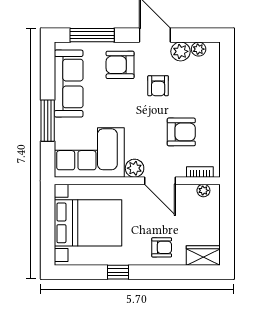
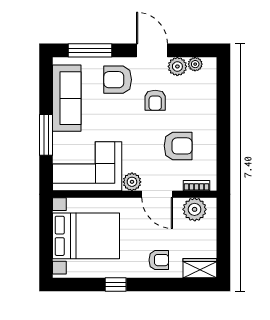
plant: (203, 190) -> (195, 209), width x1.87, depth x1.87

